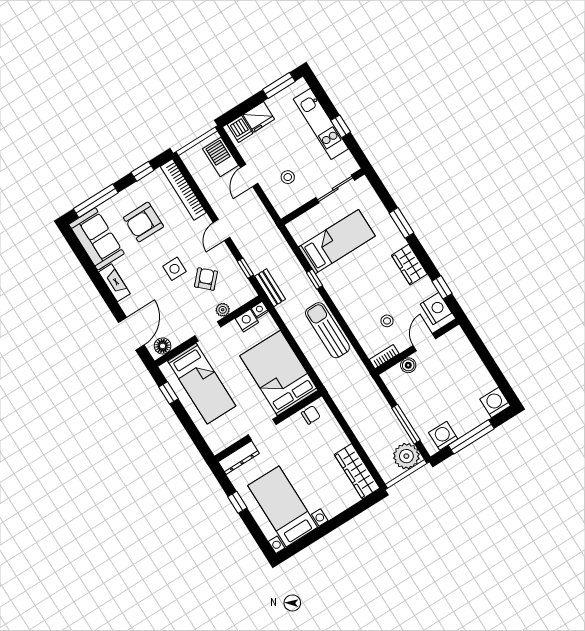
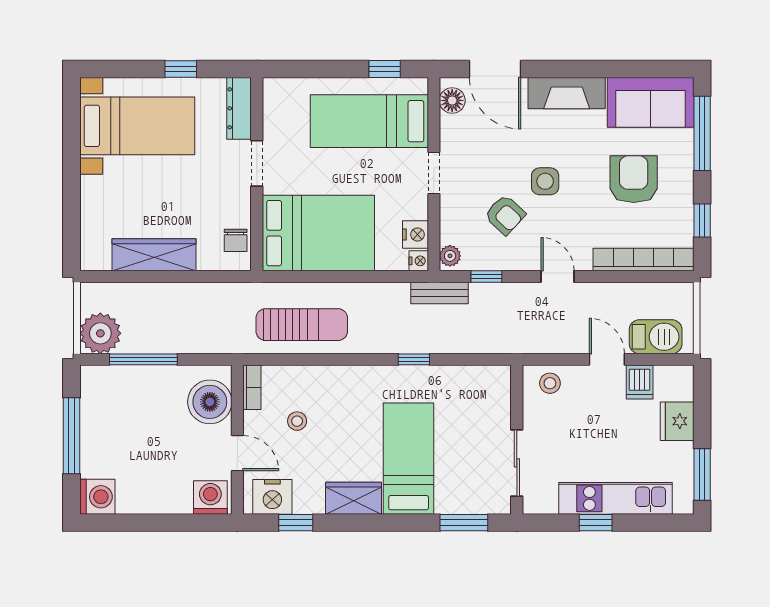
dishwasher: (240, 129) -> (640, 382), moved, turned -90
stool: (288, 177) -> (550, 383), moved
window: (401, 223) -> (464, 523), moved
bed: (337, 242) -> (409, 459), moved, turned 180
fireplace: (114, 283) -> (567, 93), width x1.37, depth x1.32
plant: (223, 310) -> (450, 256), moved
sun lounger: (327, 330) -> (302, 325), moved
boiler: (408, 365) -> (210, 402), width x1.86, depth x1.86
washing machine: (443, 436) -> (210, 498), moved, turned -90
wardrobe: (357, 471) -> (154, 255), moved

